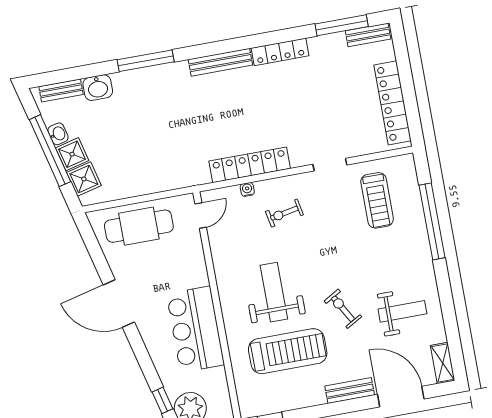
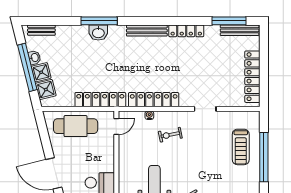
bench: (368, 35) -> (240, 30), width x1.36
washbasin: (98, 88) -> (98, 33), moved
locker: (169, 179) -> (100, 100), added
treadmill: (377, 200) -> (241, 147), moved

